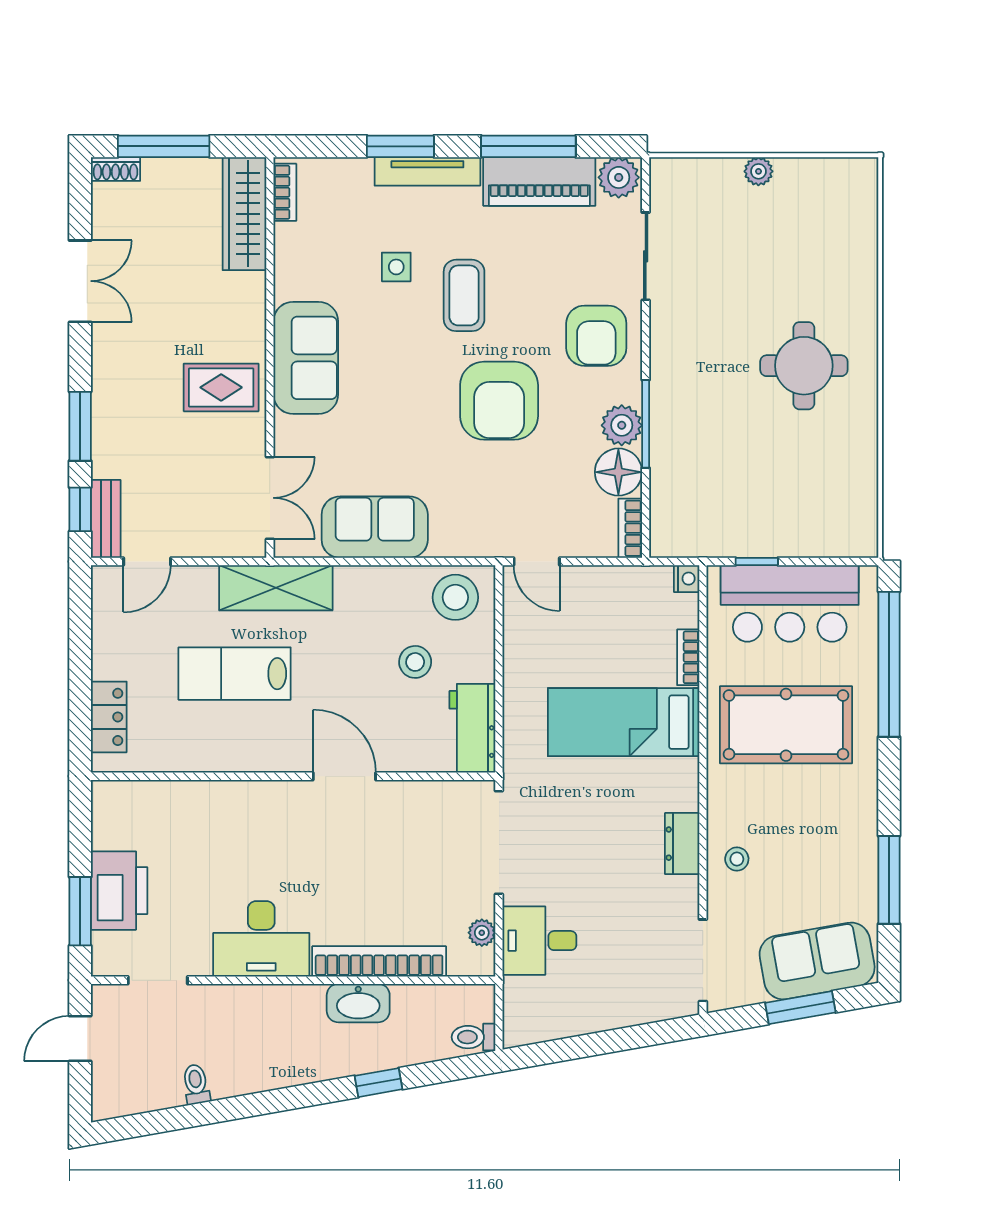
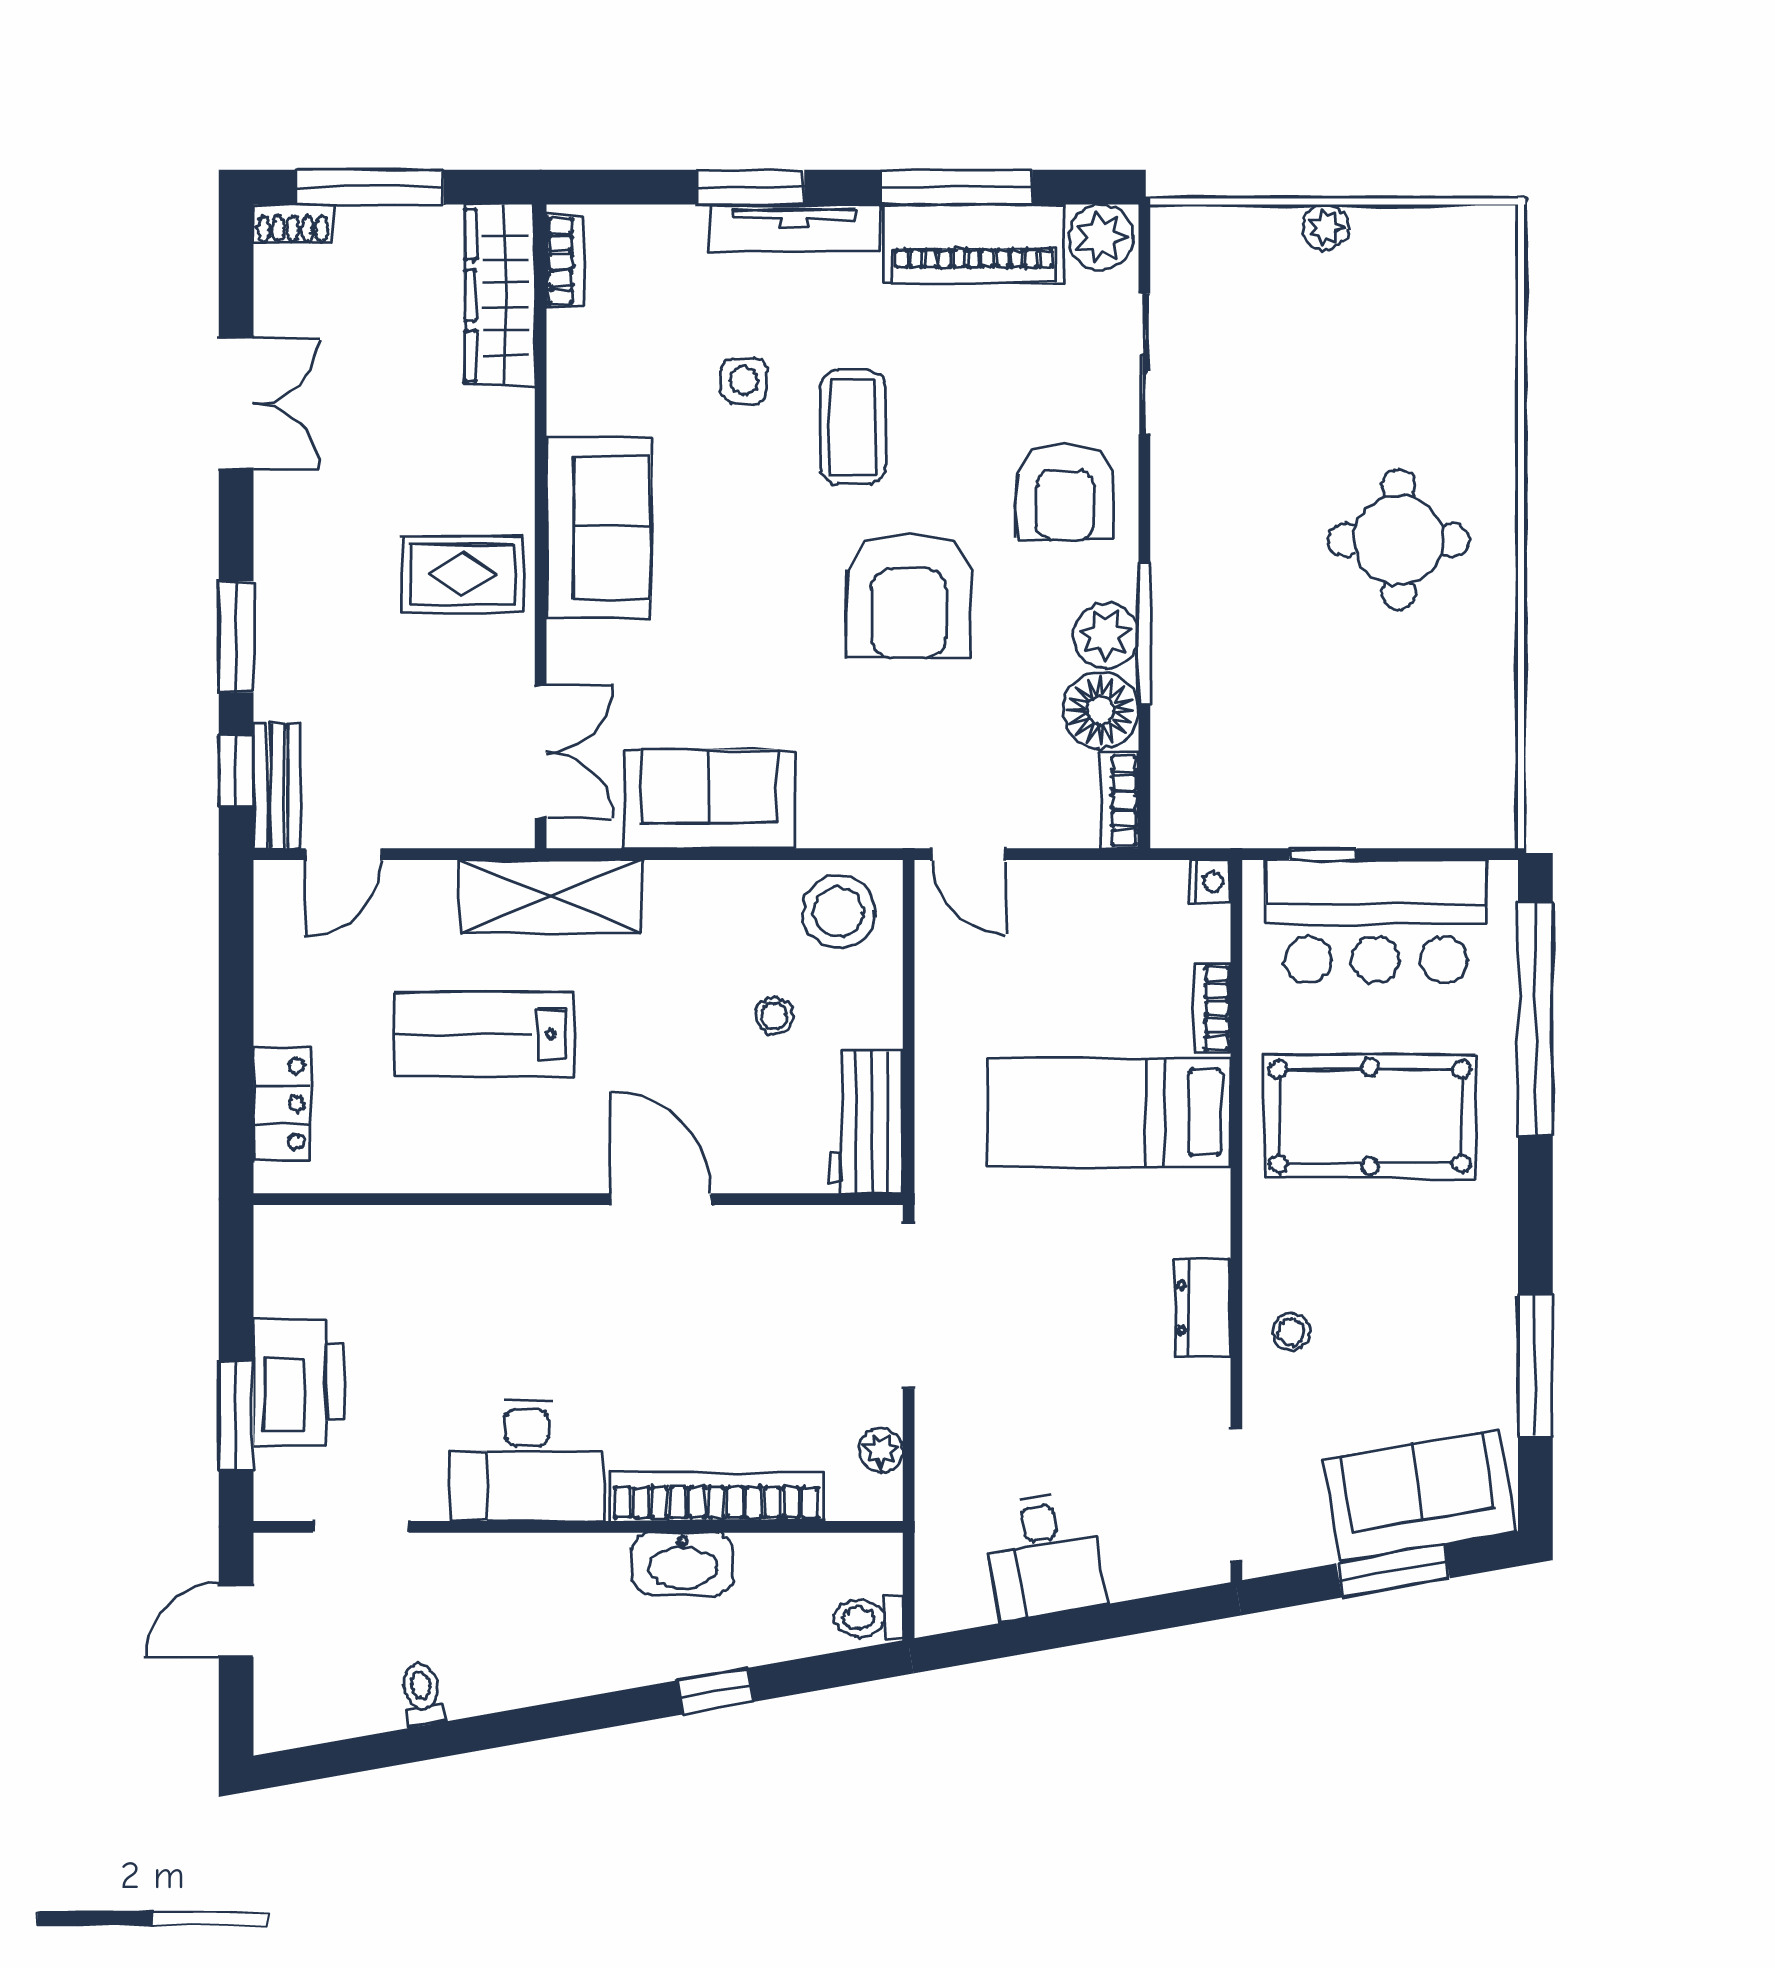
stool: (415, 662) -> (774, 1016), width x0.73, depth x0.73
desk: (539, 941) -> (1044, 1555), moved, turned -100

